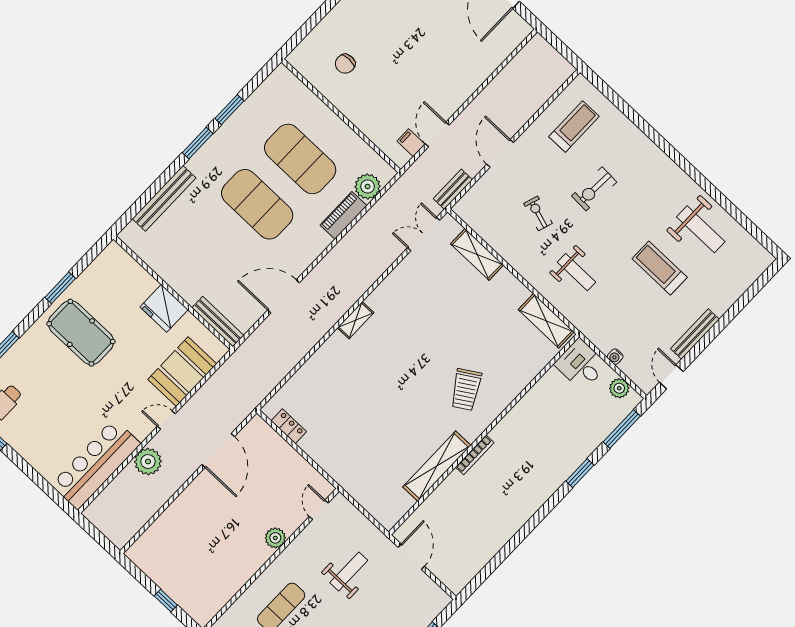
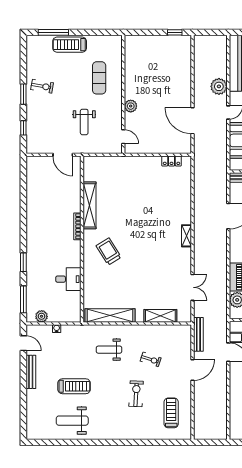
treadmill: (574, 126) -> (171, 413), turned 180
door: (500, 153) -> (193, 370), hinge flipped
bench: (453, 189) -> (198, 334), width x1.36
double door: (424, 234) -> (193, 287), moved
shelving: (546, 321) -> (110, 315), width x1.47
desk: (581, 365) -> (68, 279), moved
window: (166, 601) -> (175, 32), moved

